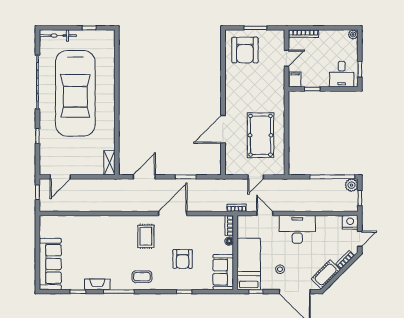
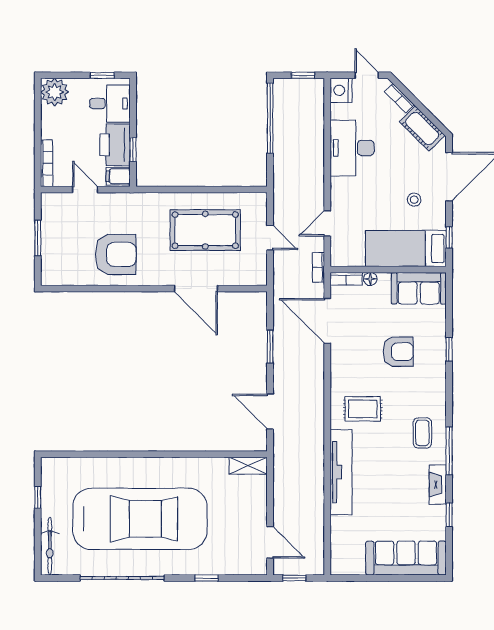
plant: (353, 34) -> (55, 92), width x1.88, depth x1.88
armchair: (245, 50) -> (116, 254), moved
printer: (315, 77) -> (115, 145), added
plant: (351, 185) -> (283, 88), removed
door: (173, 213) -> (327, 321), moved
tv unit: (105, 222) -> (341, 472), added
desk: (297, 229) -> (352, 148), moved
coffee table: (142, 277) -> (422, 433), moved

